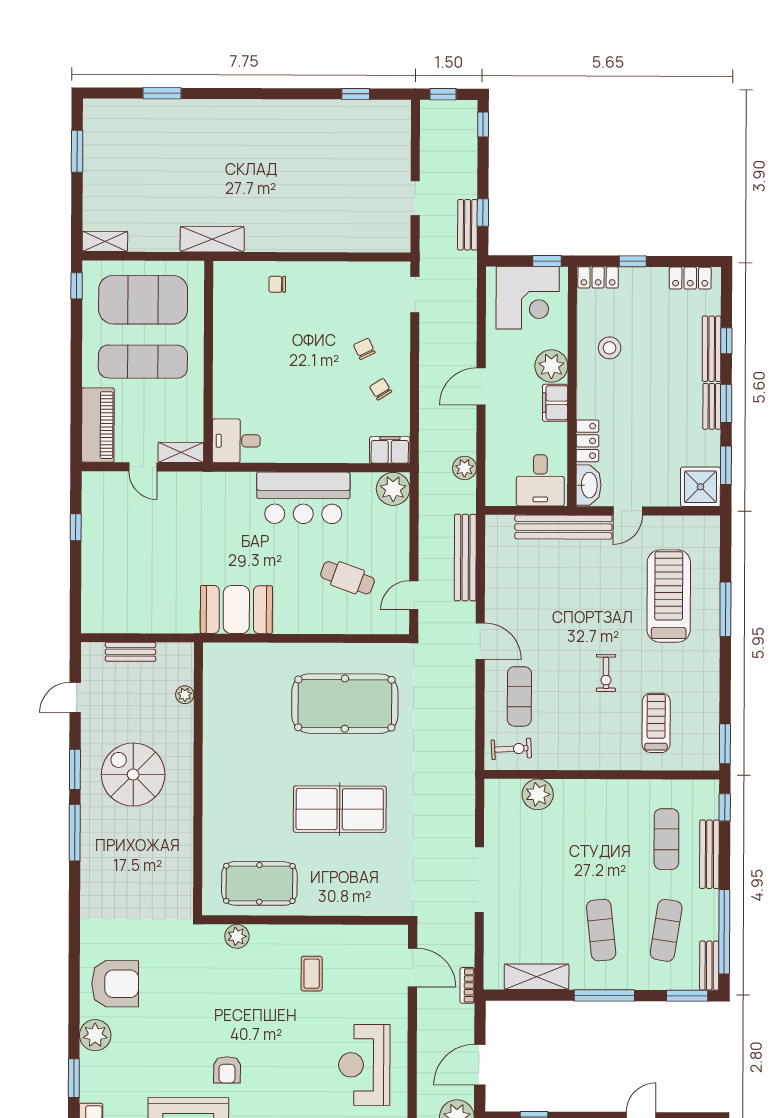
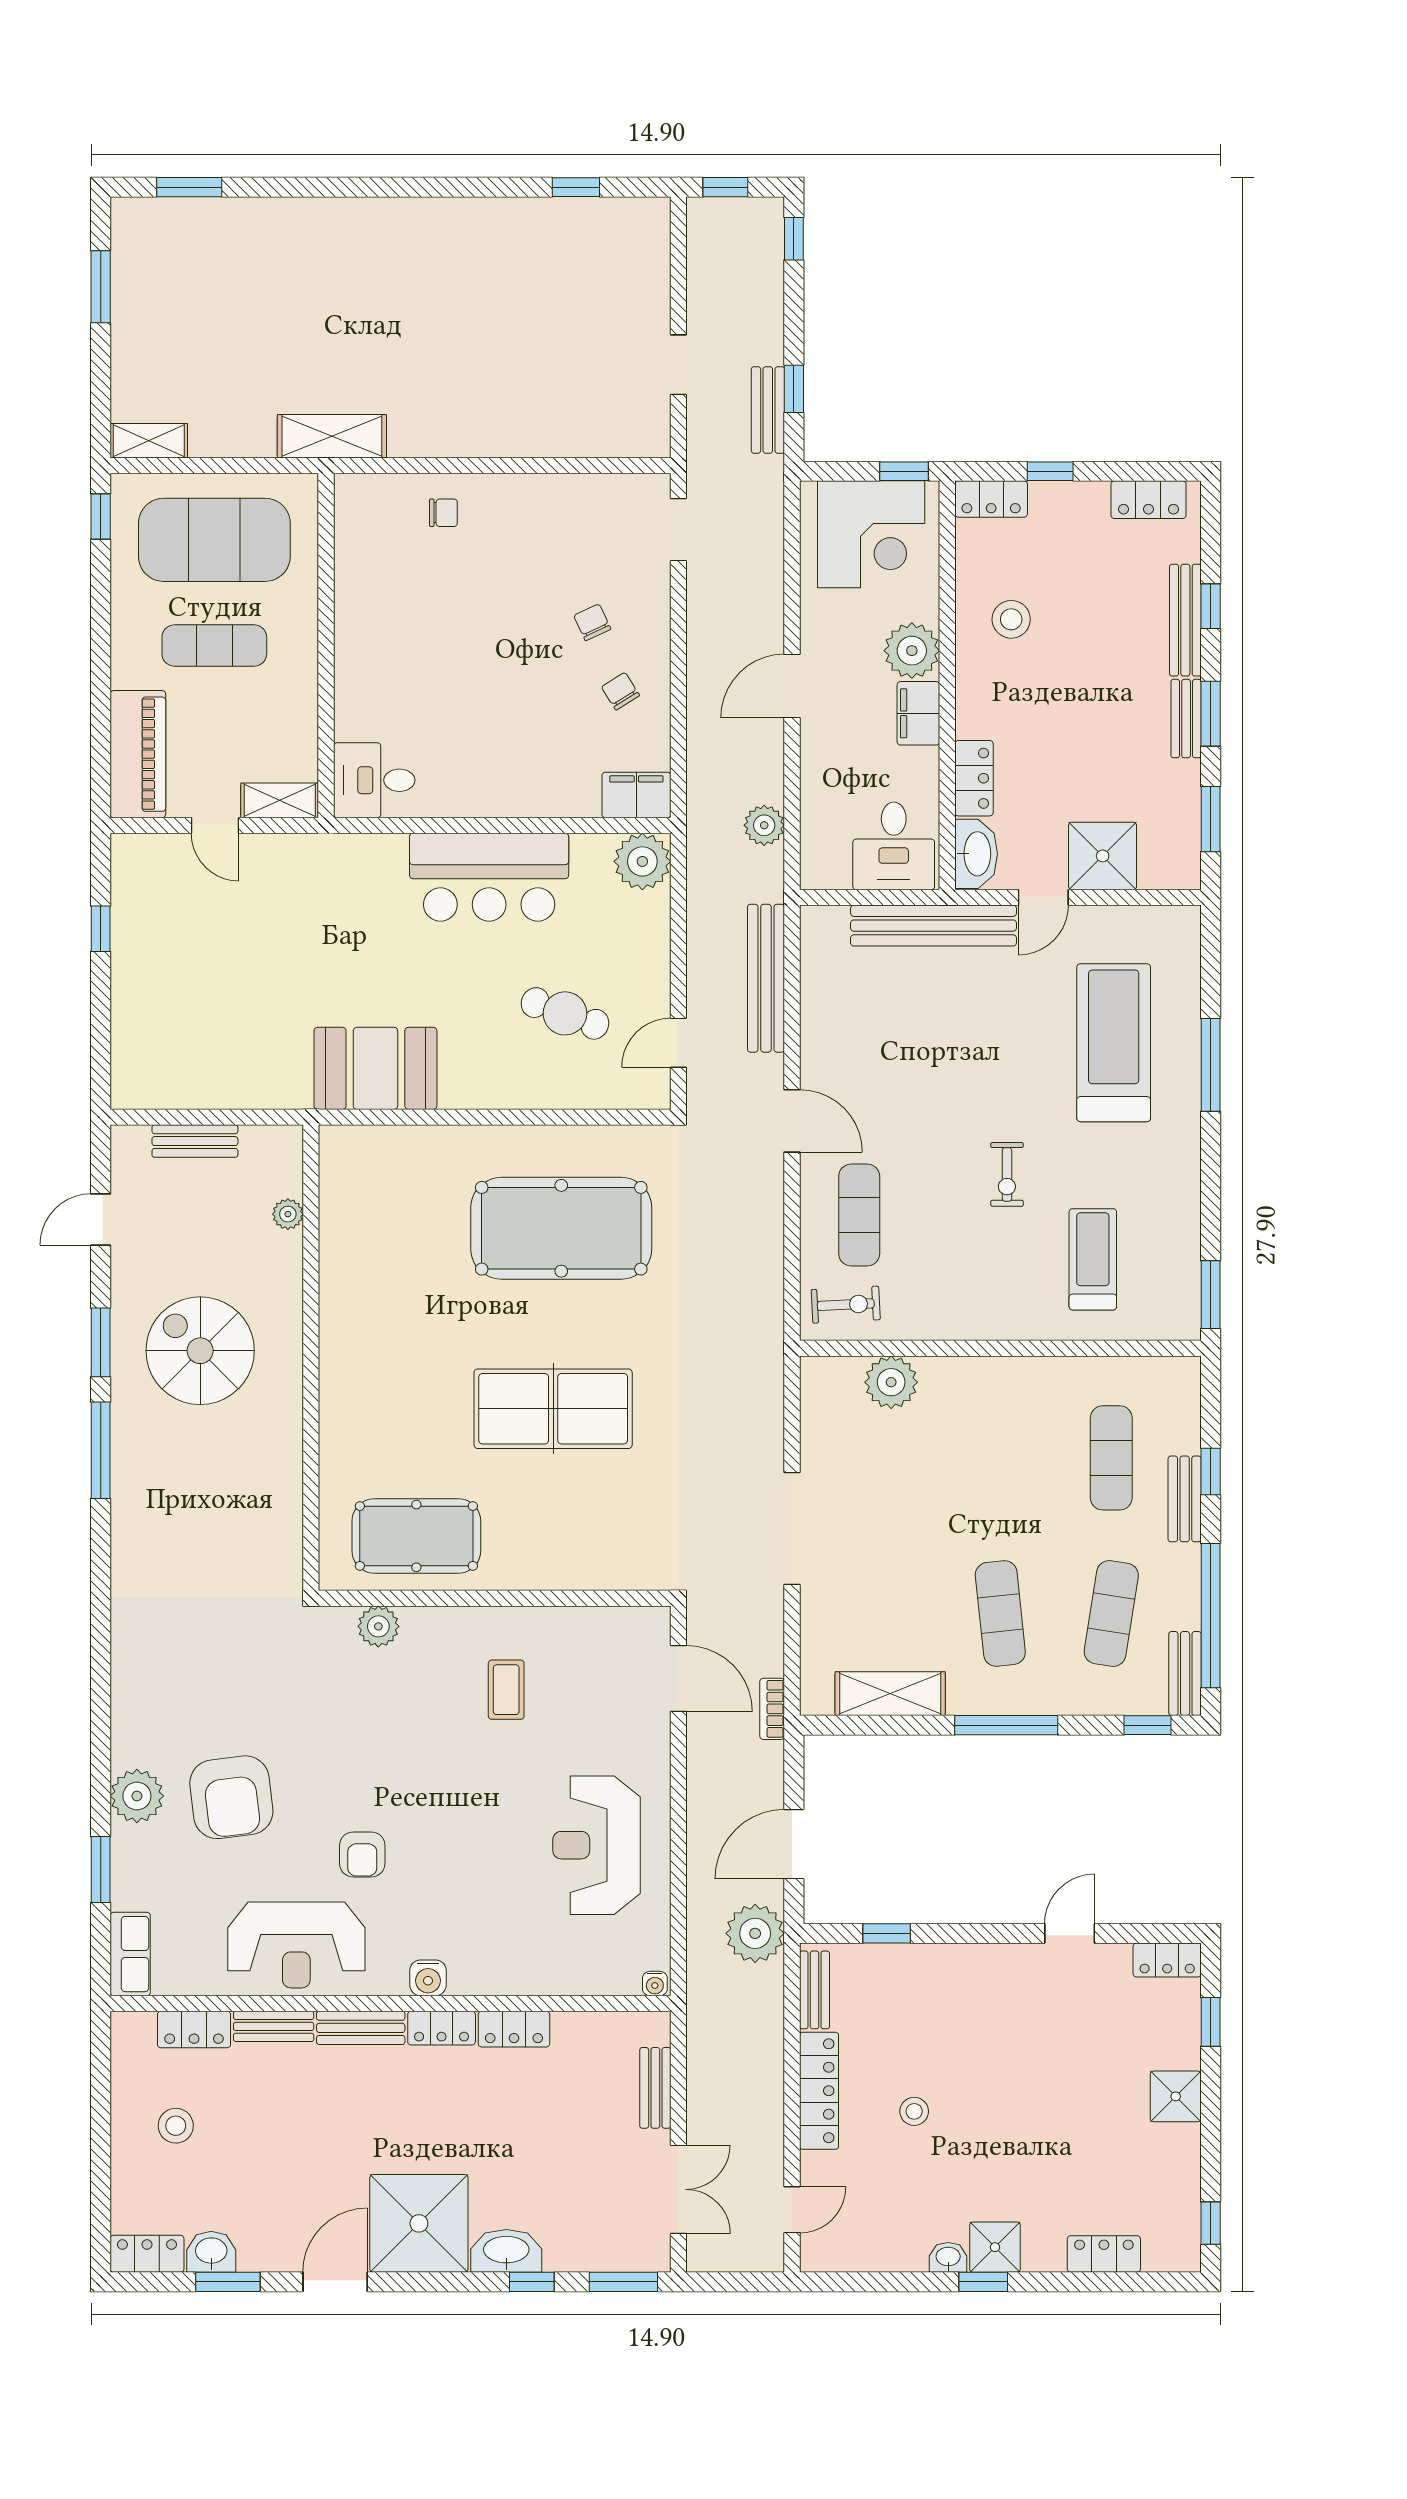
window: (162, 93) -> (189, 187), moved
chair: (277, 284) -> (443, 513), turned 180
exercise mat: (143, 362) -> (214, 646), width x0.73, depth x0.69
shower: (700, 487) -> (1103, 856), moved
window: (725, 807) -> (1211, 1472), moved
bench: (709, 854) -> (1185, 1499), width x0.73
armchair: (115, 984) -> (231, 1797), moved, turned 83
window: (687, 996) -> (1147, 1725), width x0.67

